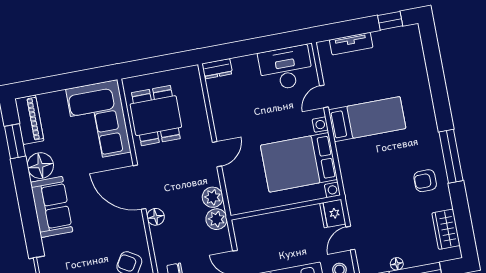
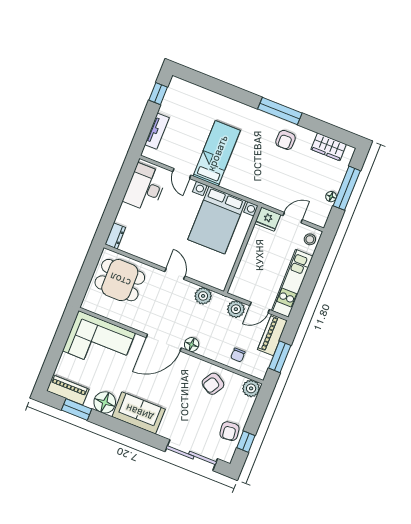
dining table: (156, 116) -> (120, 280), moved
plant: (217, 219) -> (236, 309), moved
door: (350, 238) -> (293, 218), swing flipped

